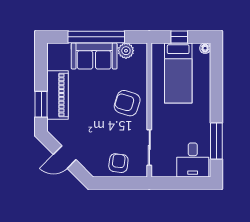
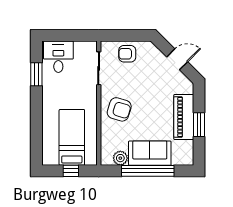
floor lamp: (205, 48) -> (47, 160), removed
window: (41, 104) -> (199, 125), moved
window: (216, 141) -> (36, 74), width x0.69
armchair: (118, 163) -> (127, 54), turned 83

